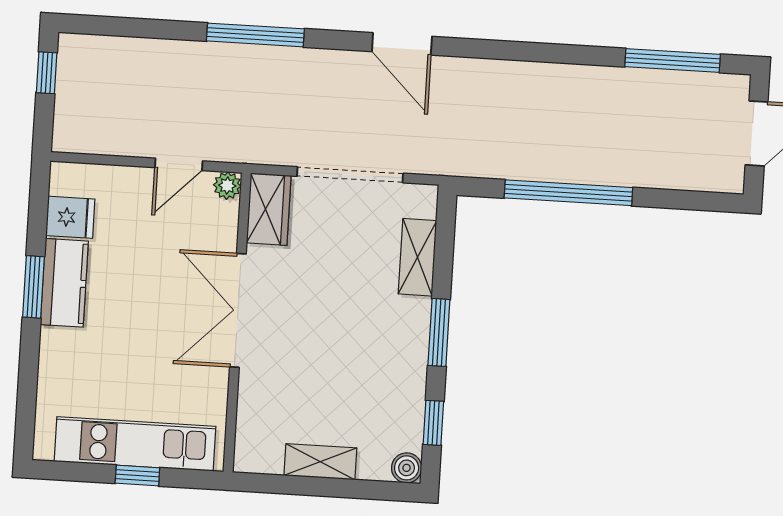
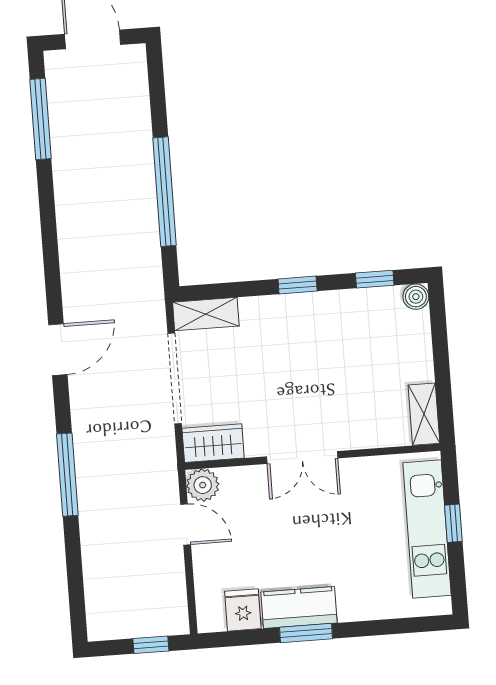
window: (47, 73) -> (151, 645), moved
plant: (227, 186) -> (203, 485), width x1.38, depth x1.38
shelving: (417, 257) -> (206, 314), moved
double door: (238, 310) -> (302, 457), width x0.73
window: (439, 332) -> (298, 285), width x0.67
shelving: (320, 462) -> (424, 414), moved

